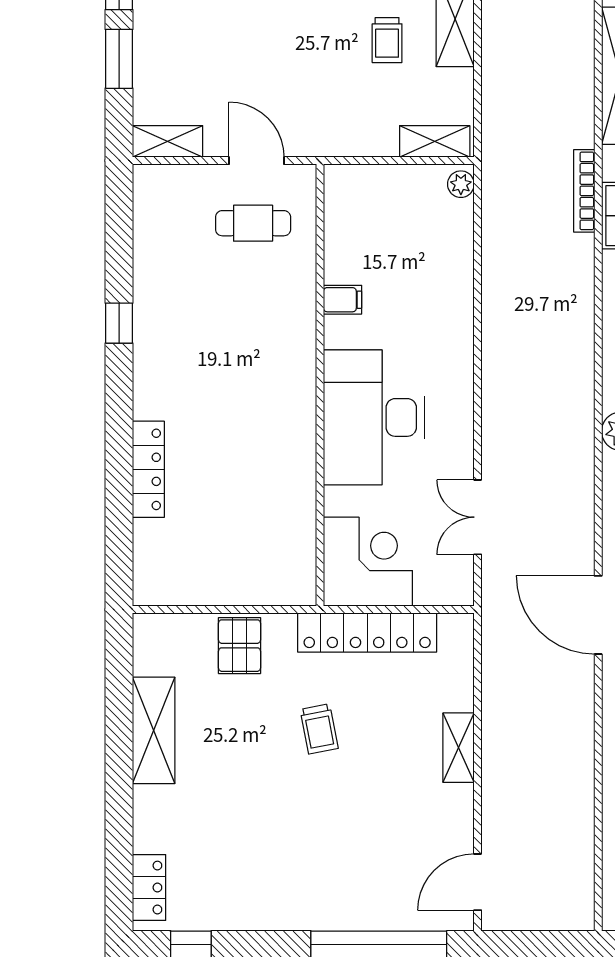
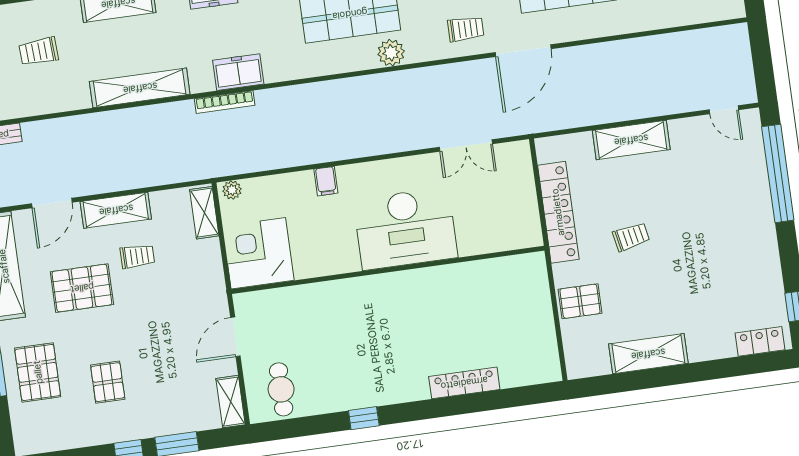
cafe table: (253, 223) -> (281, 389), moved
filing cabinet: (343, 300) -> (326, 181), moved, turned 180
corner desk: (368, 562) -> (258, 253), moved
shelving: (459, 748) -> (631, 140), width x1.50, depth x1.33
door: (478, 882) -> (724, 110), width x0.73

